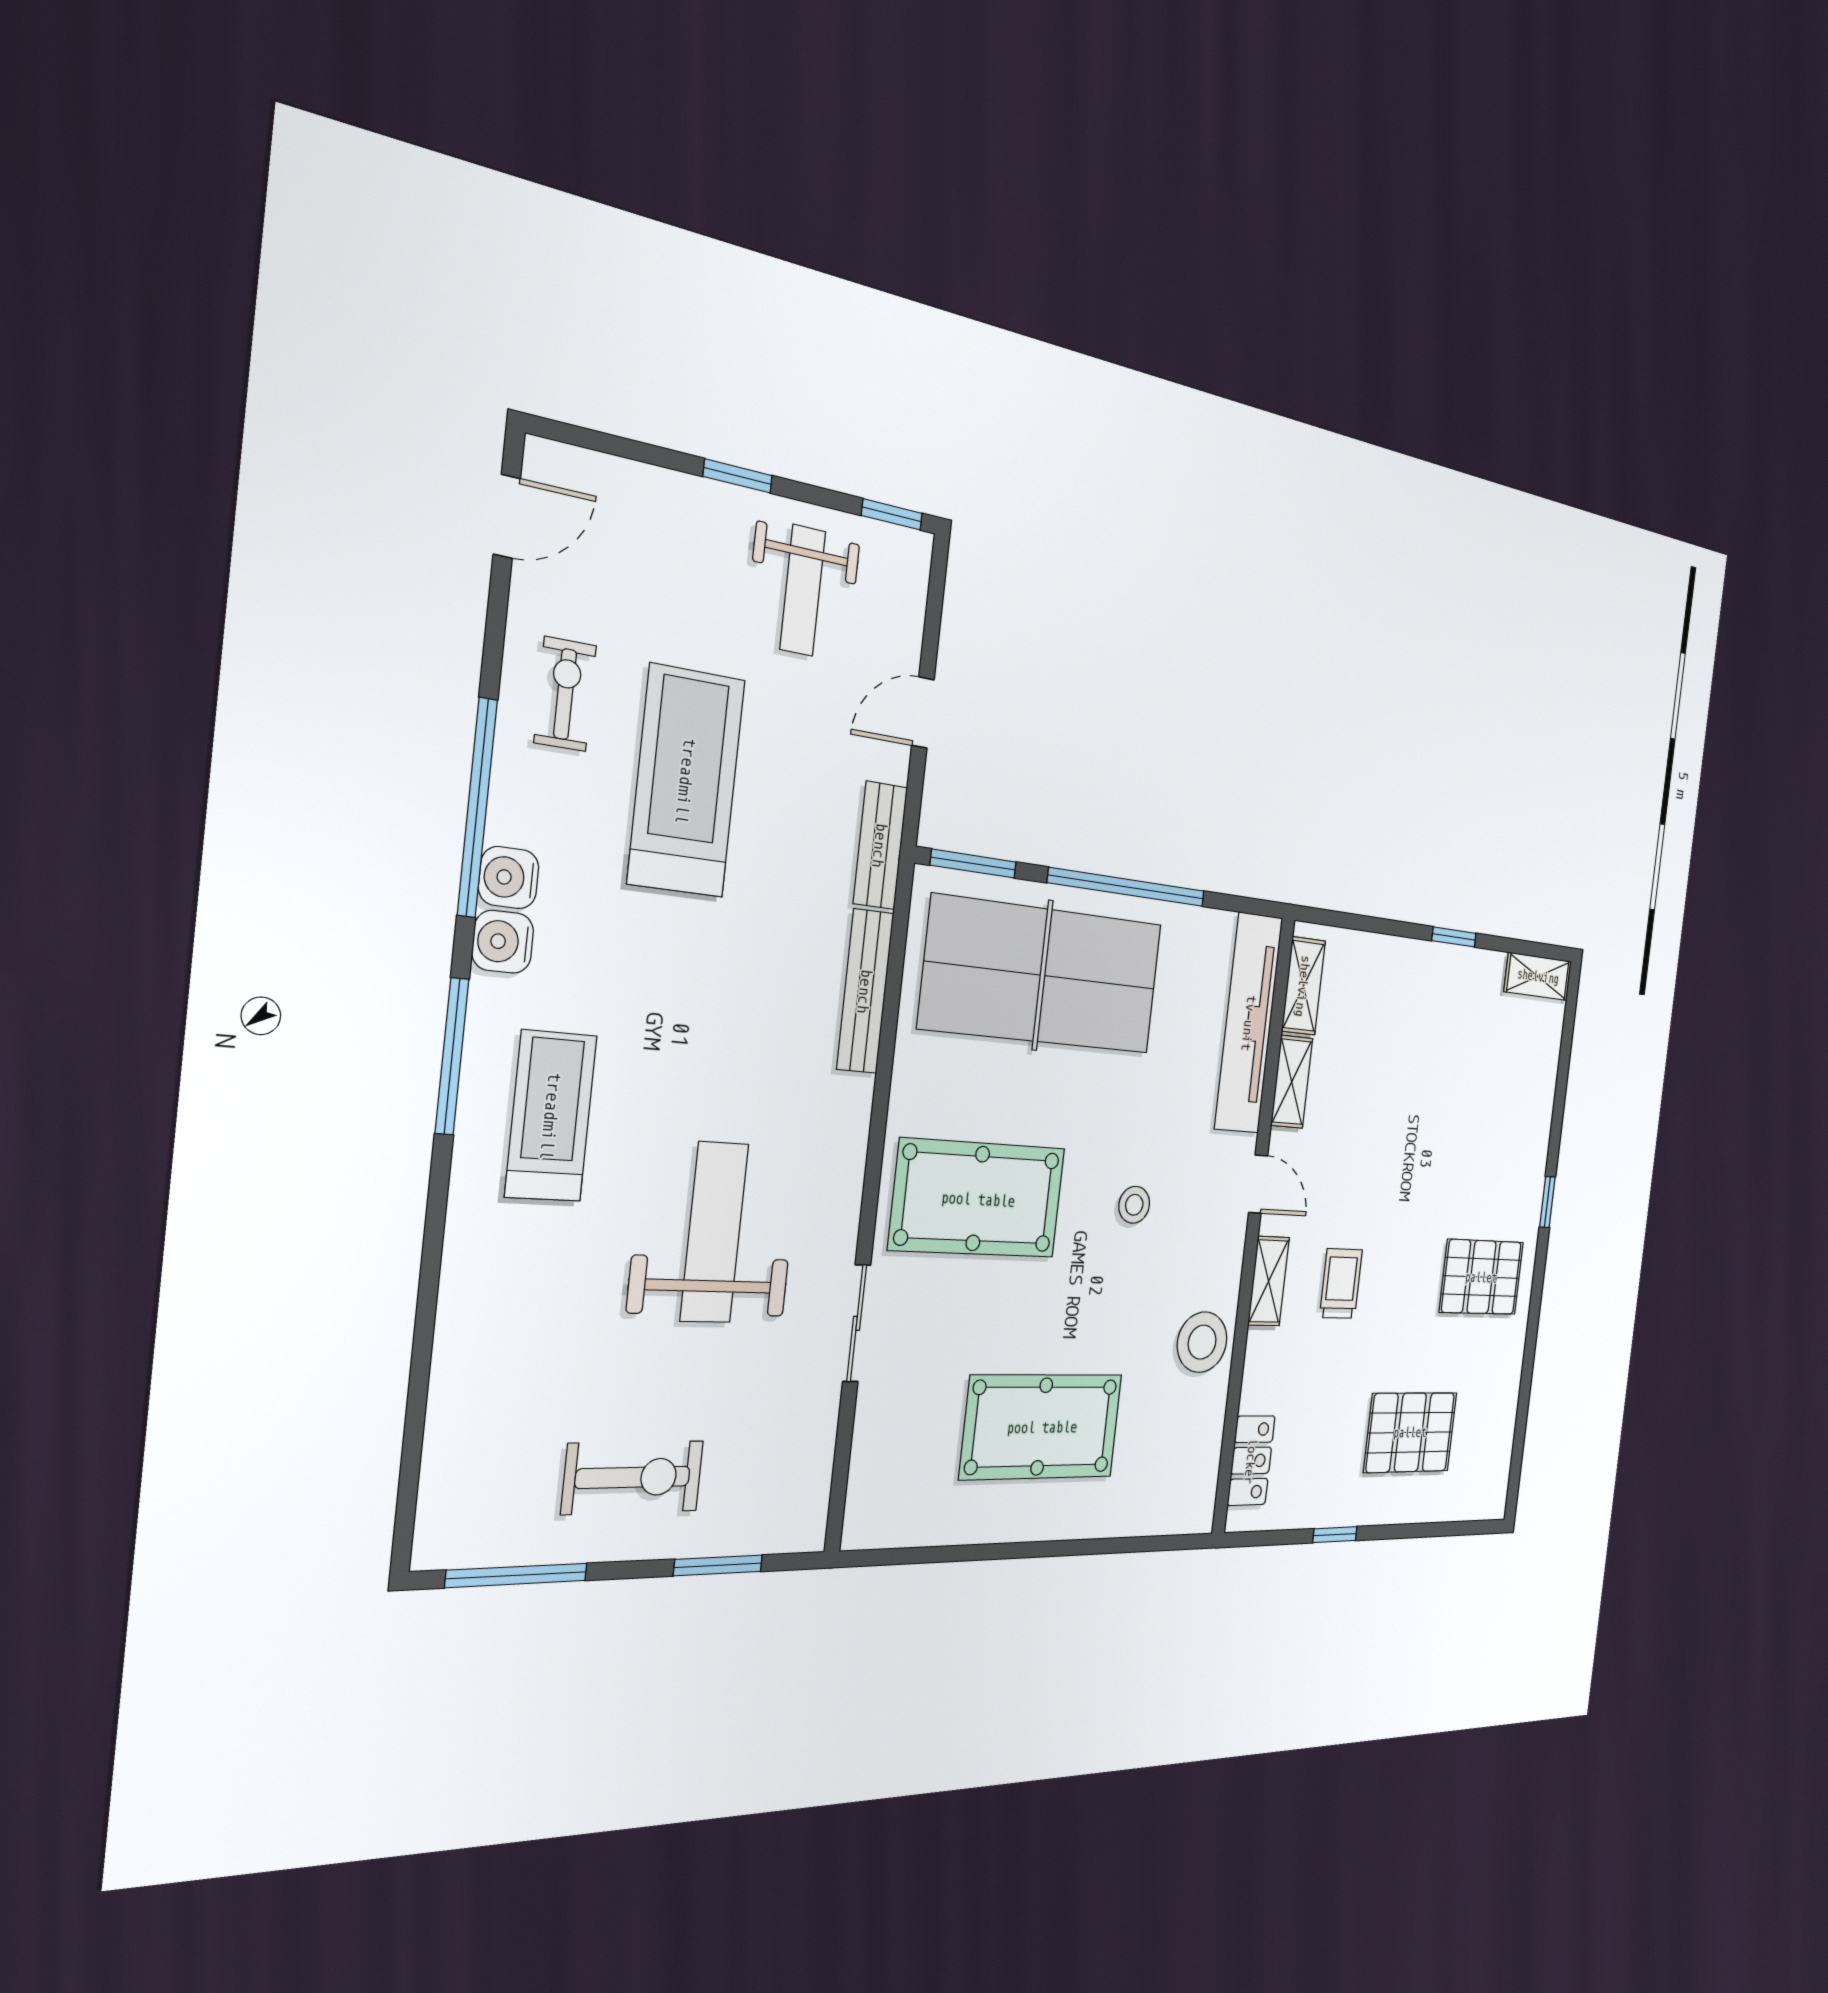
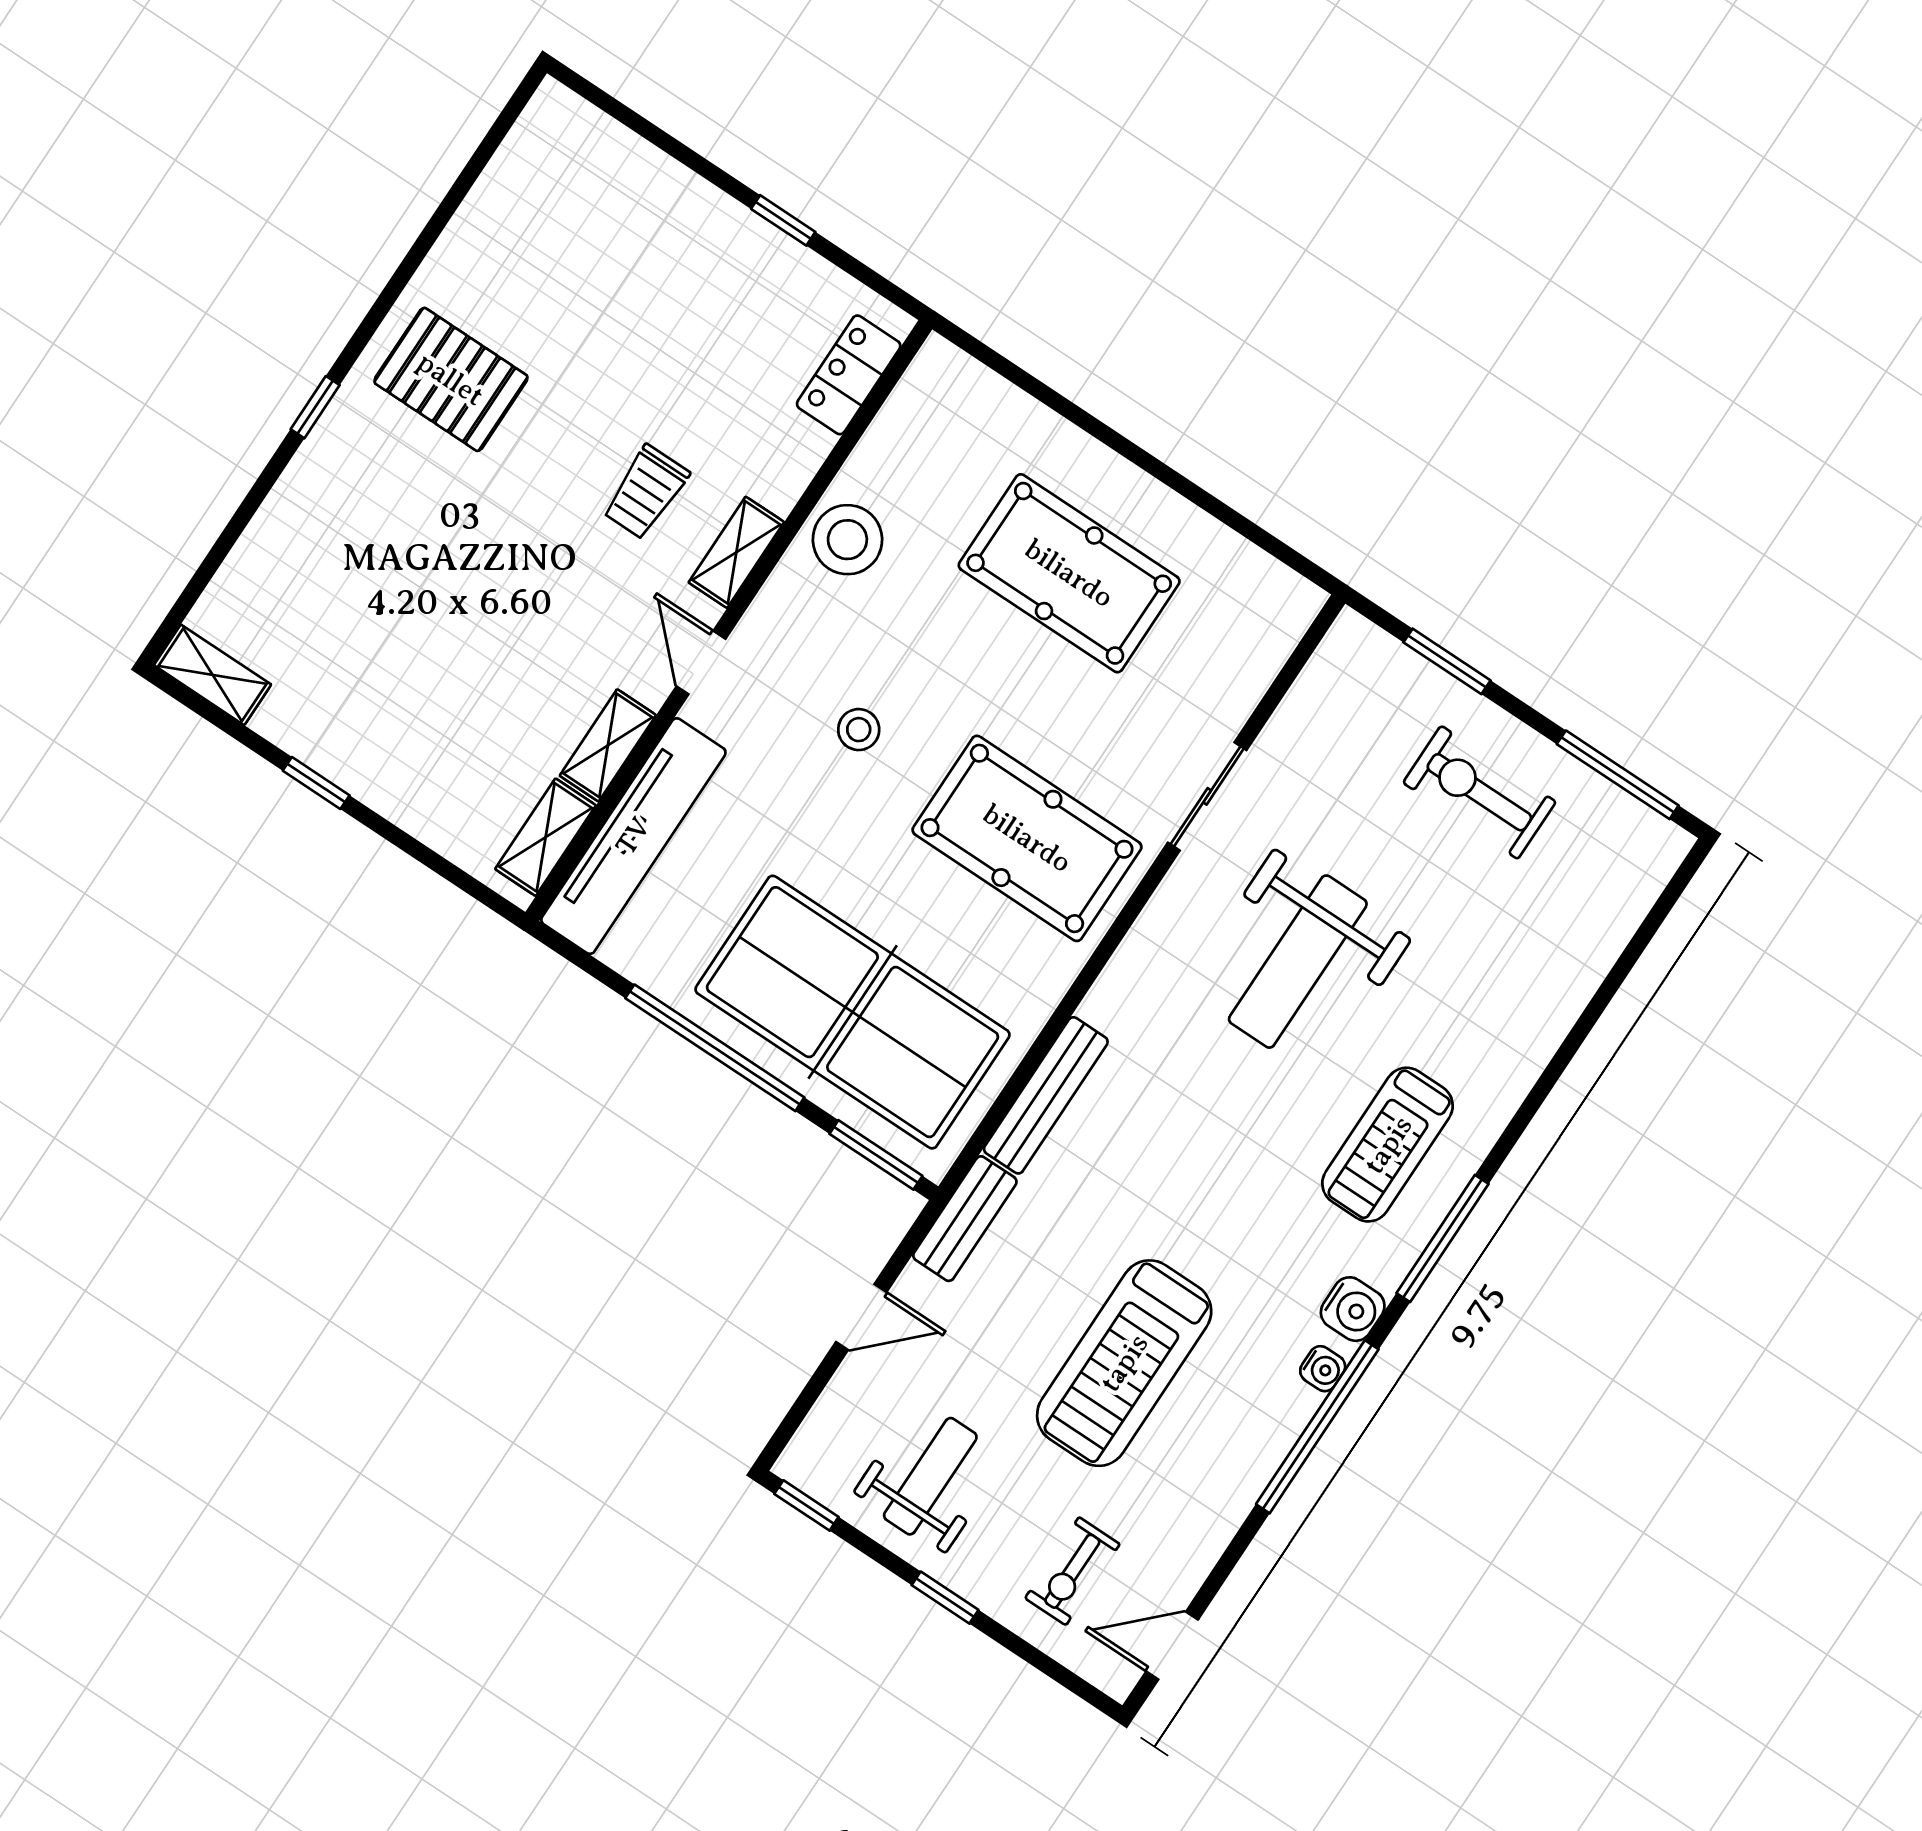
exercise bike: (565, 694) -> (1072, 1571), moved
water cooler: (509, 878) -> (1323, 1369), width x0.72, depth x0.72
pallet: (1410, 1432) -> (631, 266), removed

